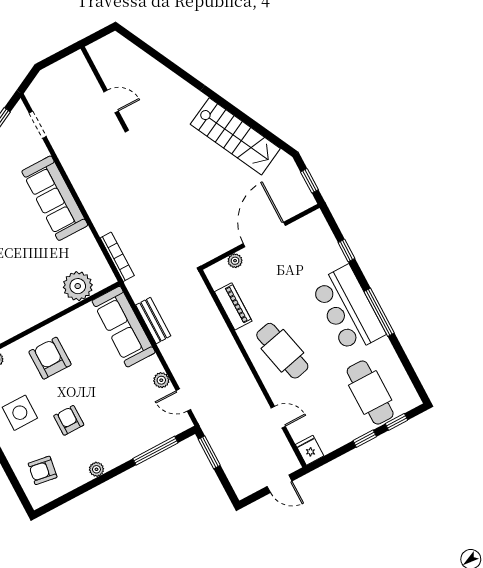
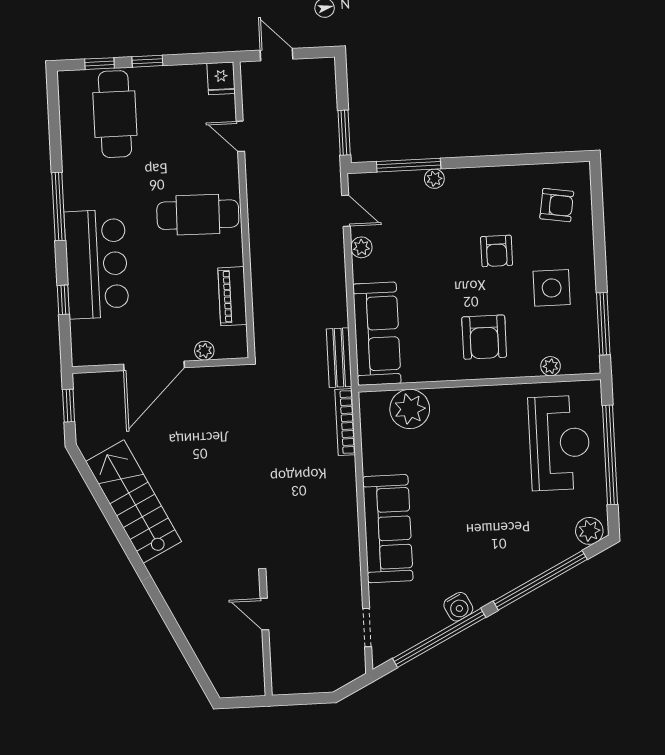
bar counter: (348, 309) -> (96, 264), moved
bench: (153, 320) -> (339, 358), moved
cafe table: (282, 351) -> (198, 215), turned -76
plant: (96, 469) -> (434, 179), moved

